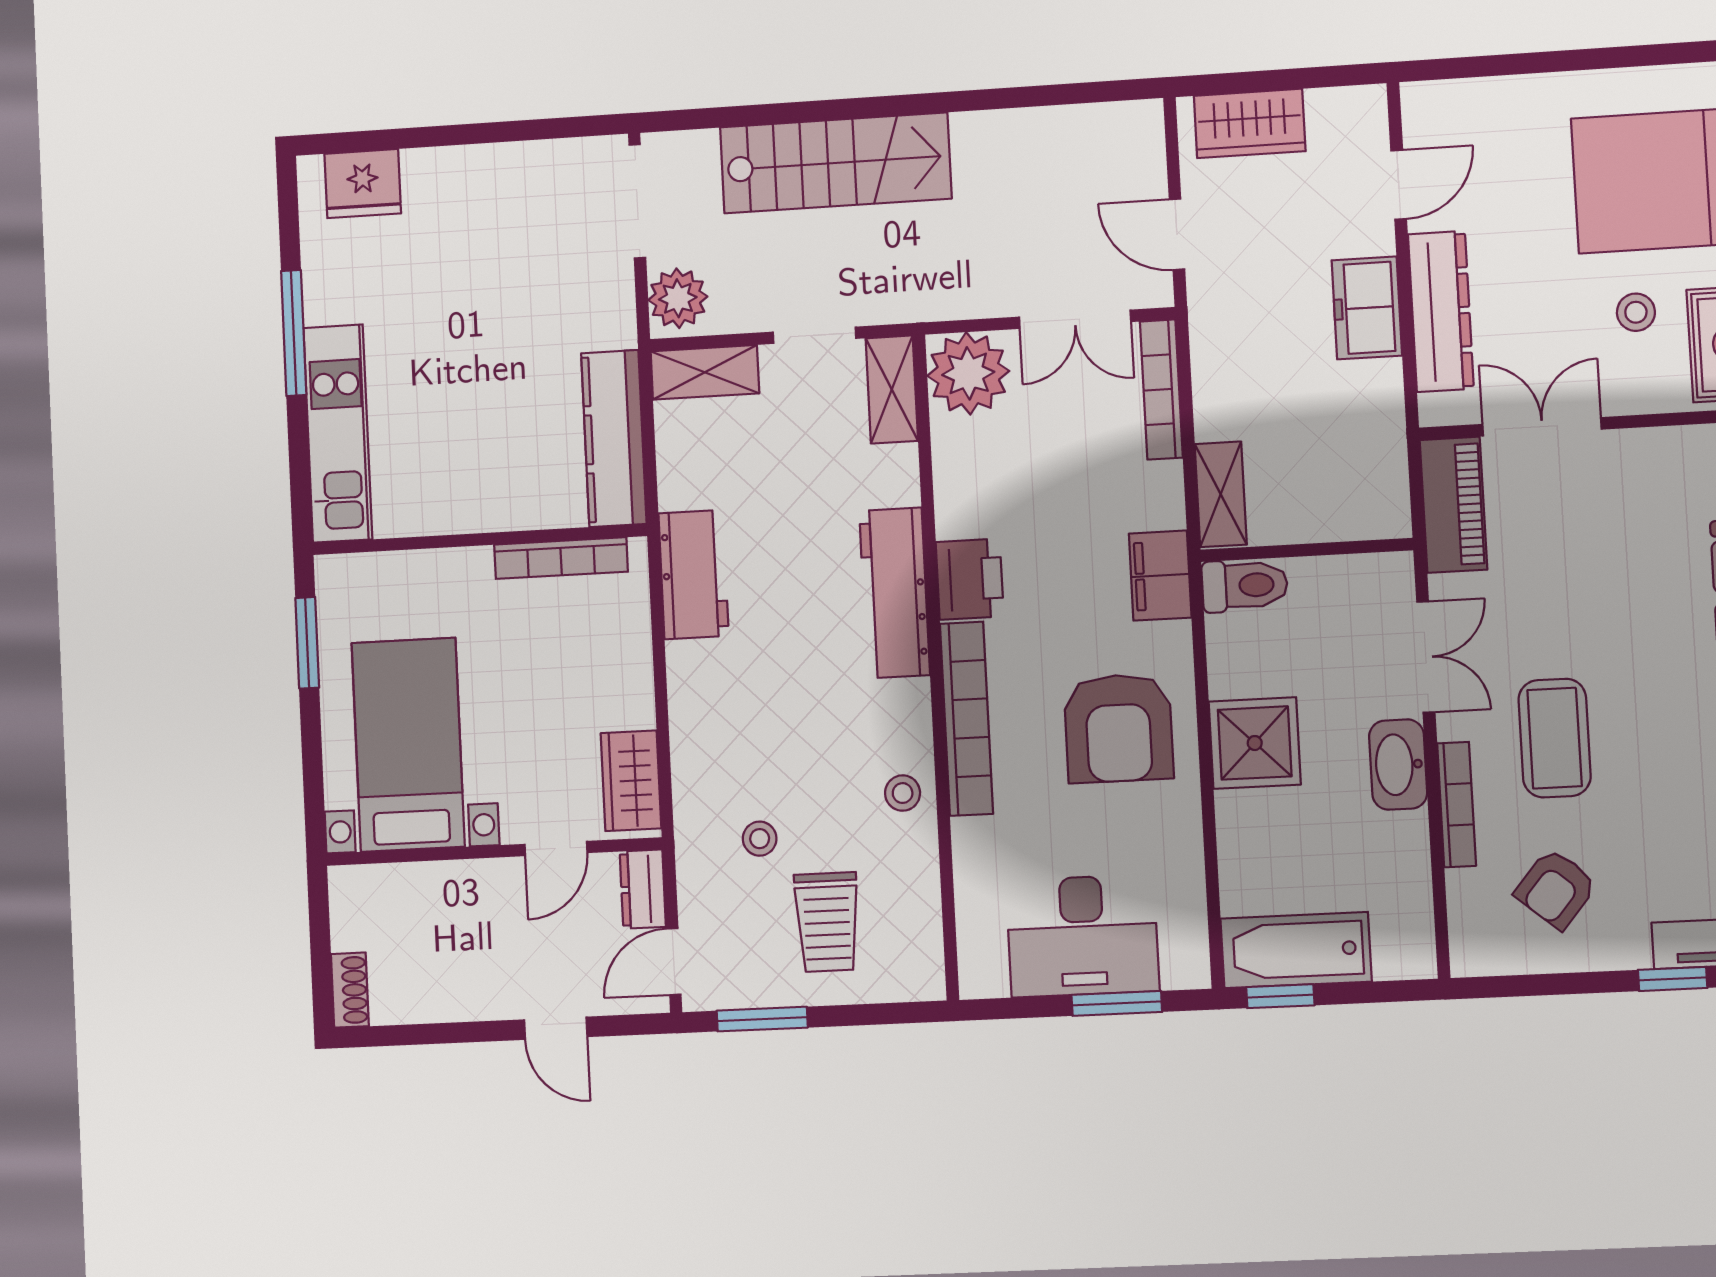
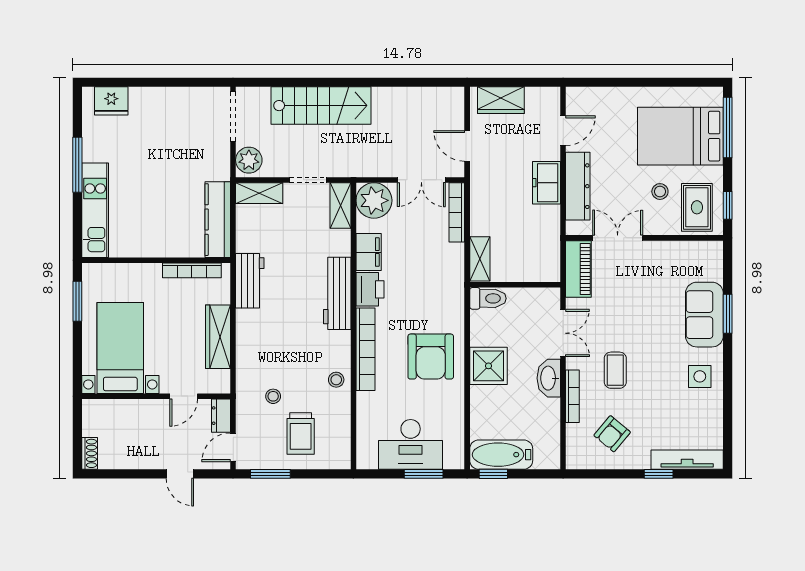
filing cabinet: (1160, 576) -> (369, 252), moved, turned 180
coffee table: (1555, 738) -> (615, 370), width x0.73, depth x0.77
wardrobe: (631, 781) -> (218, 337), moved, width x1.50

